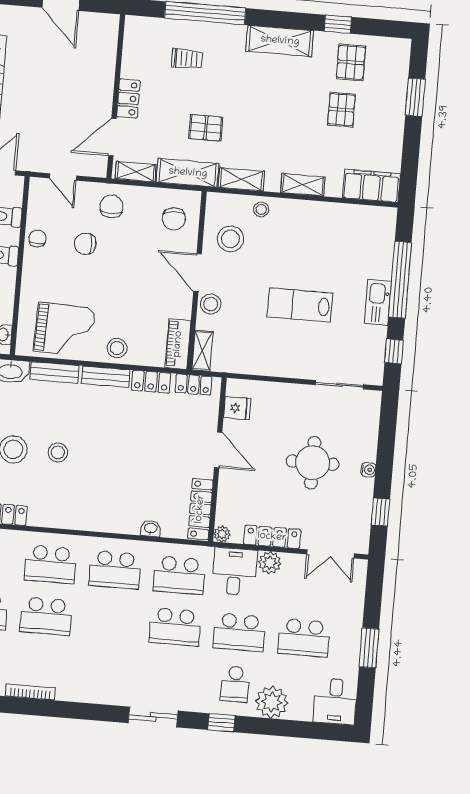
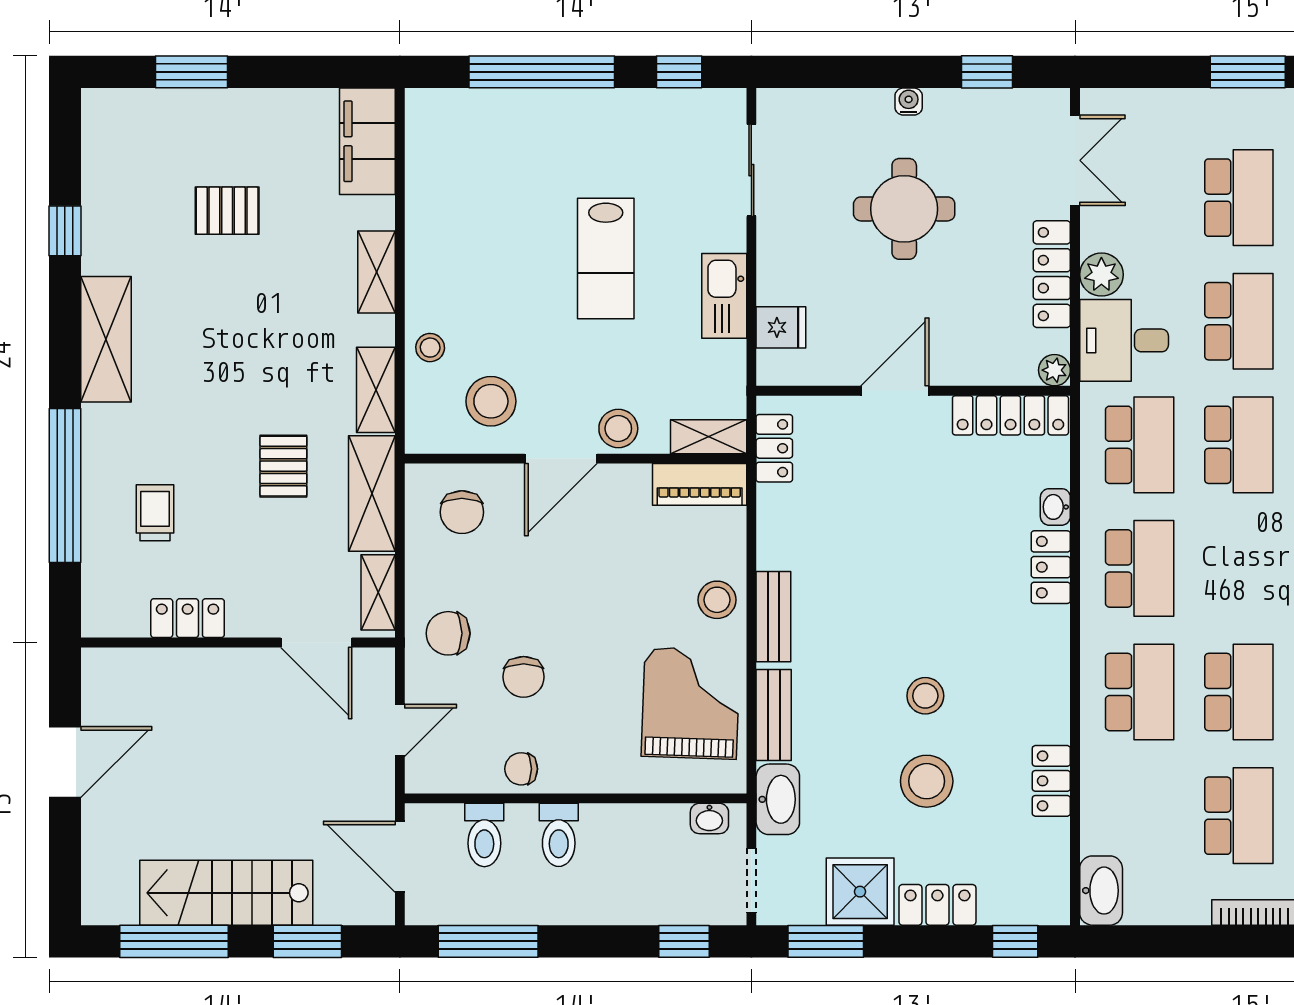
pallet: (351, 62) -> (136, 200), removed
locker: (128, 98) -> (188, 618), moved
chair: (174, 219) -> (462, 512), turned 94
kitchen sink: (378, 302) -> (724, 296), moved, turned 90
locker: (151, 382) -> (1051, 567), moved, turned 180
fridge: (237, 408) -> (781, 327), moved, turned 90

